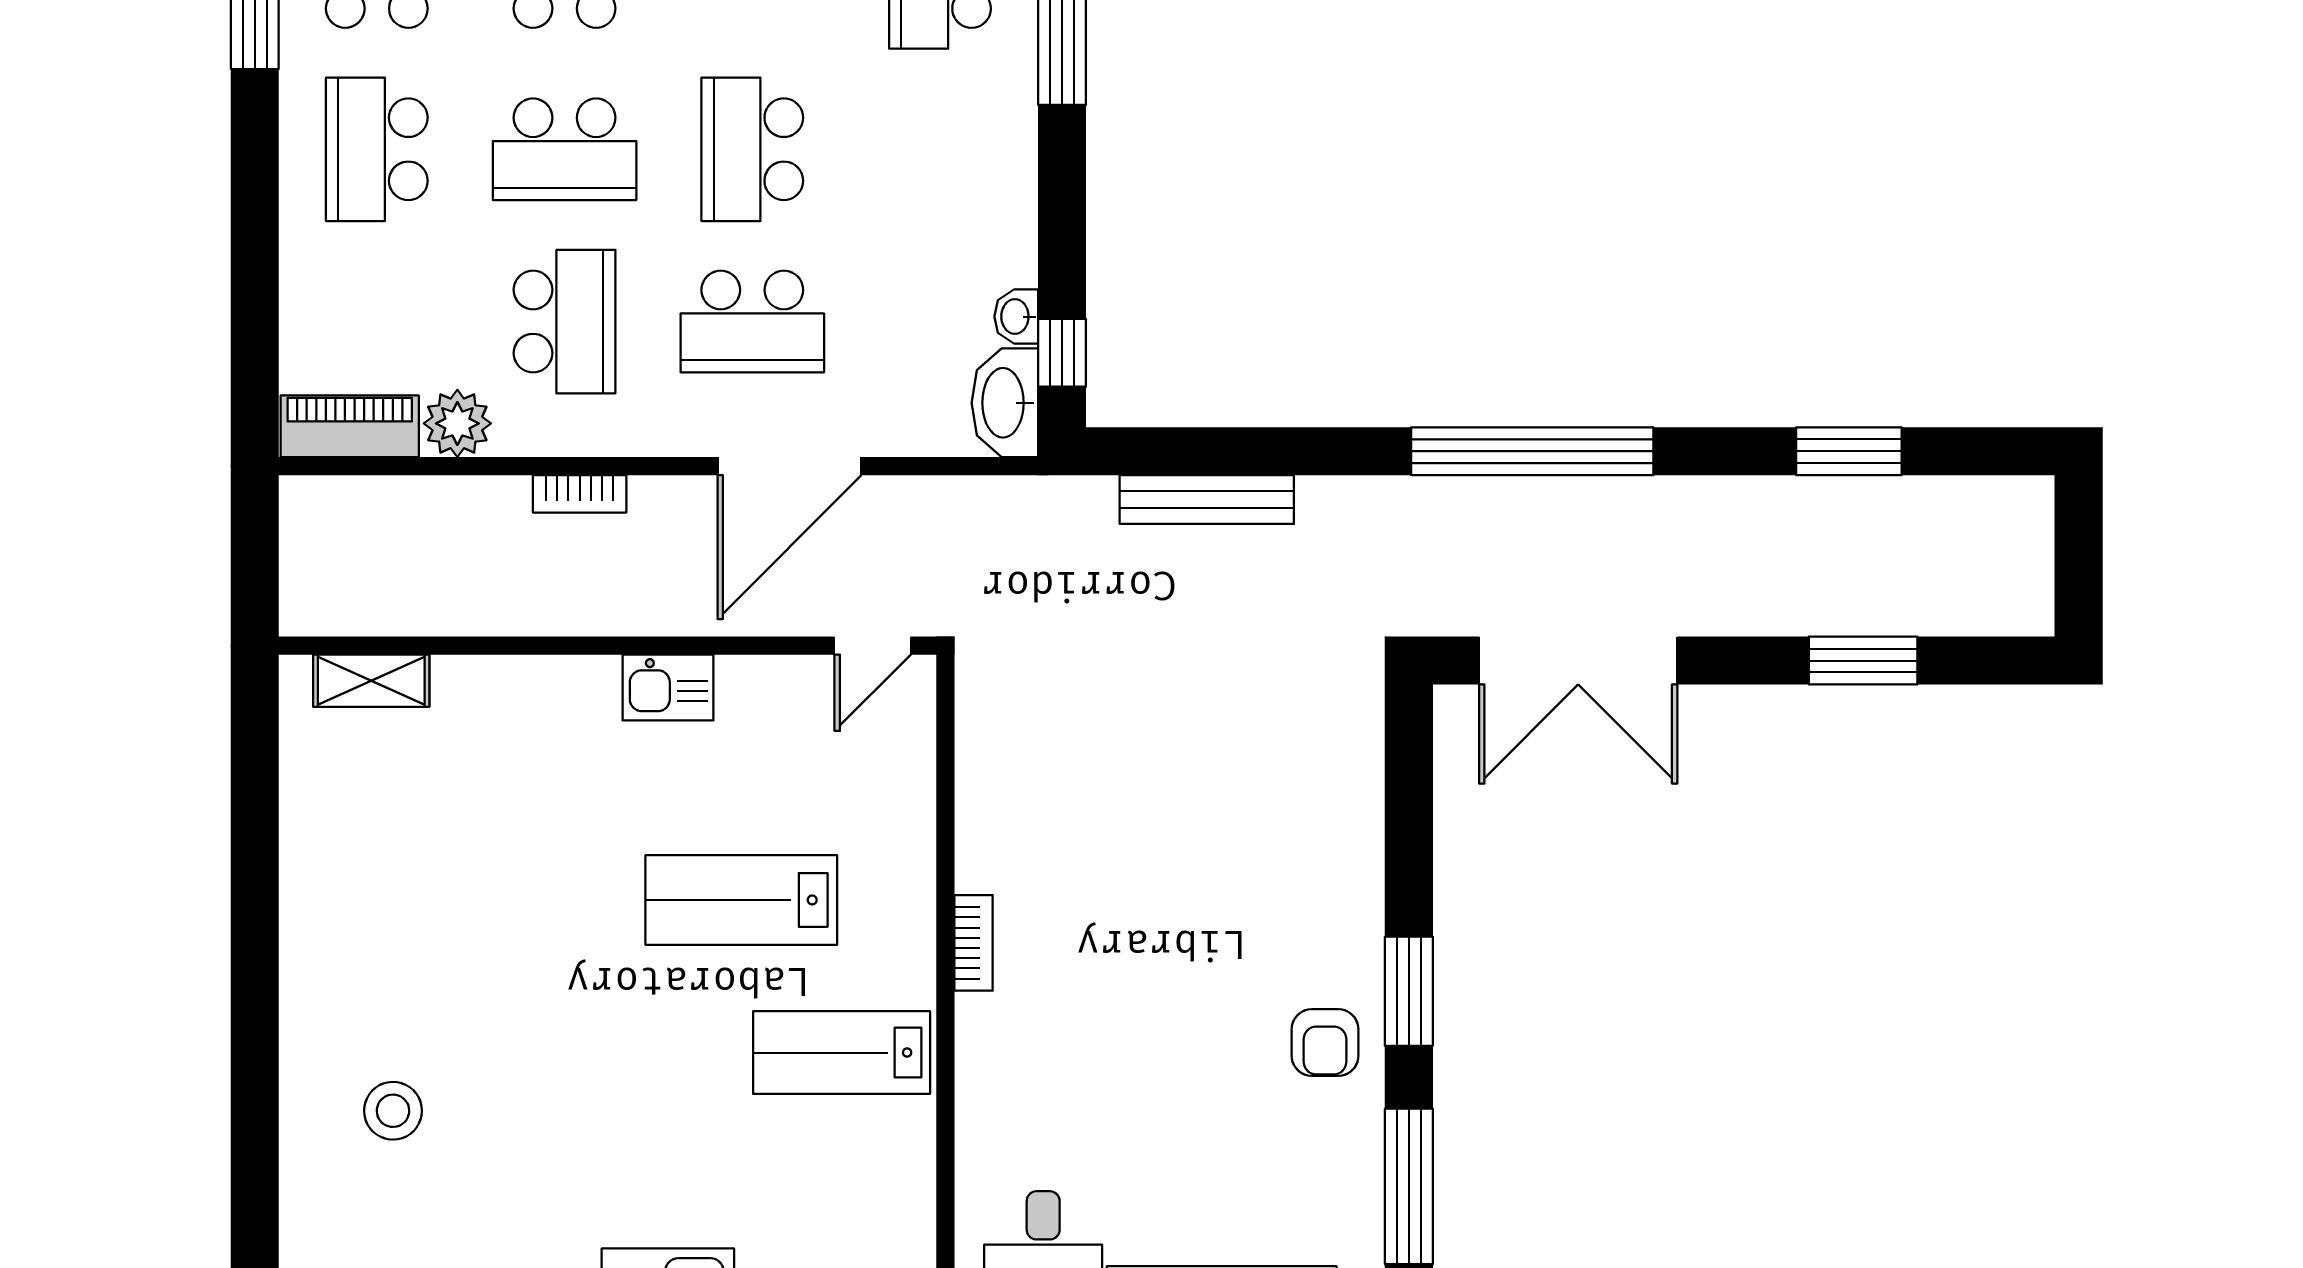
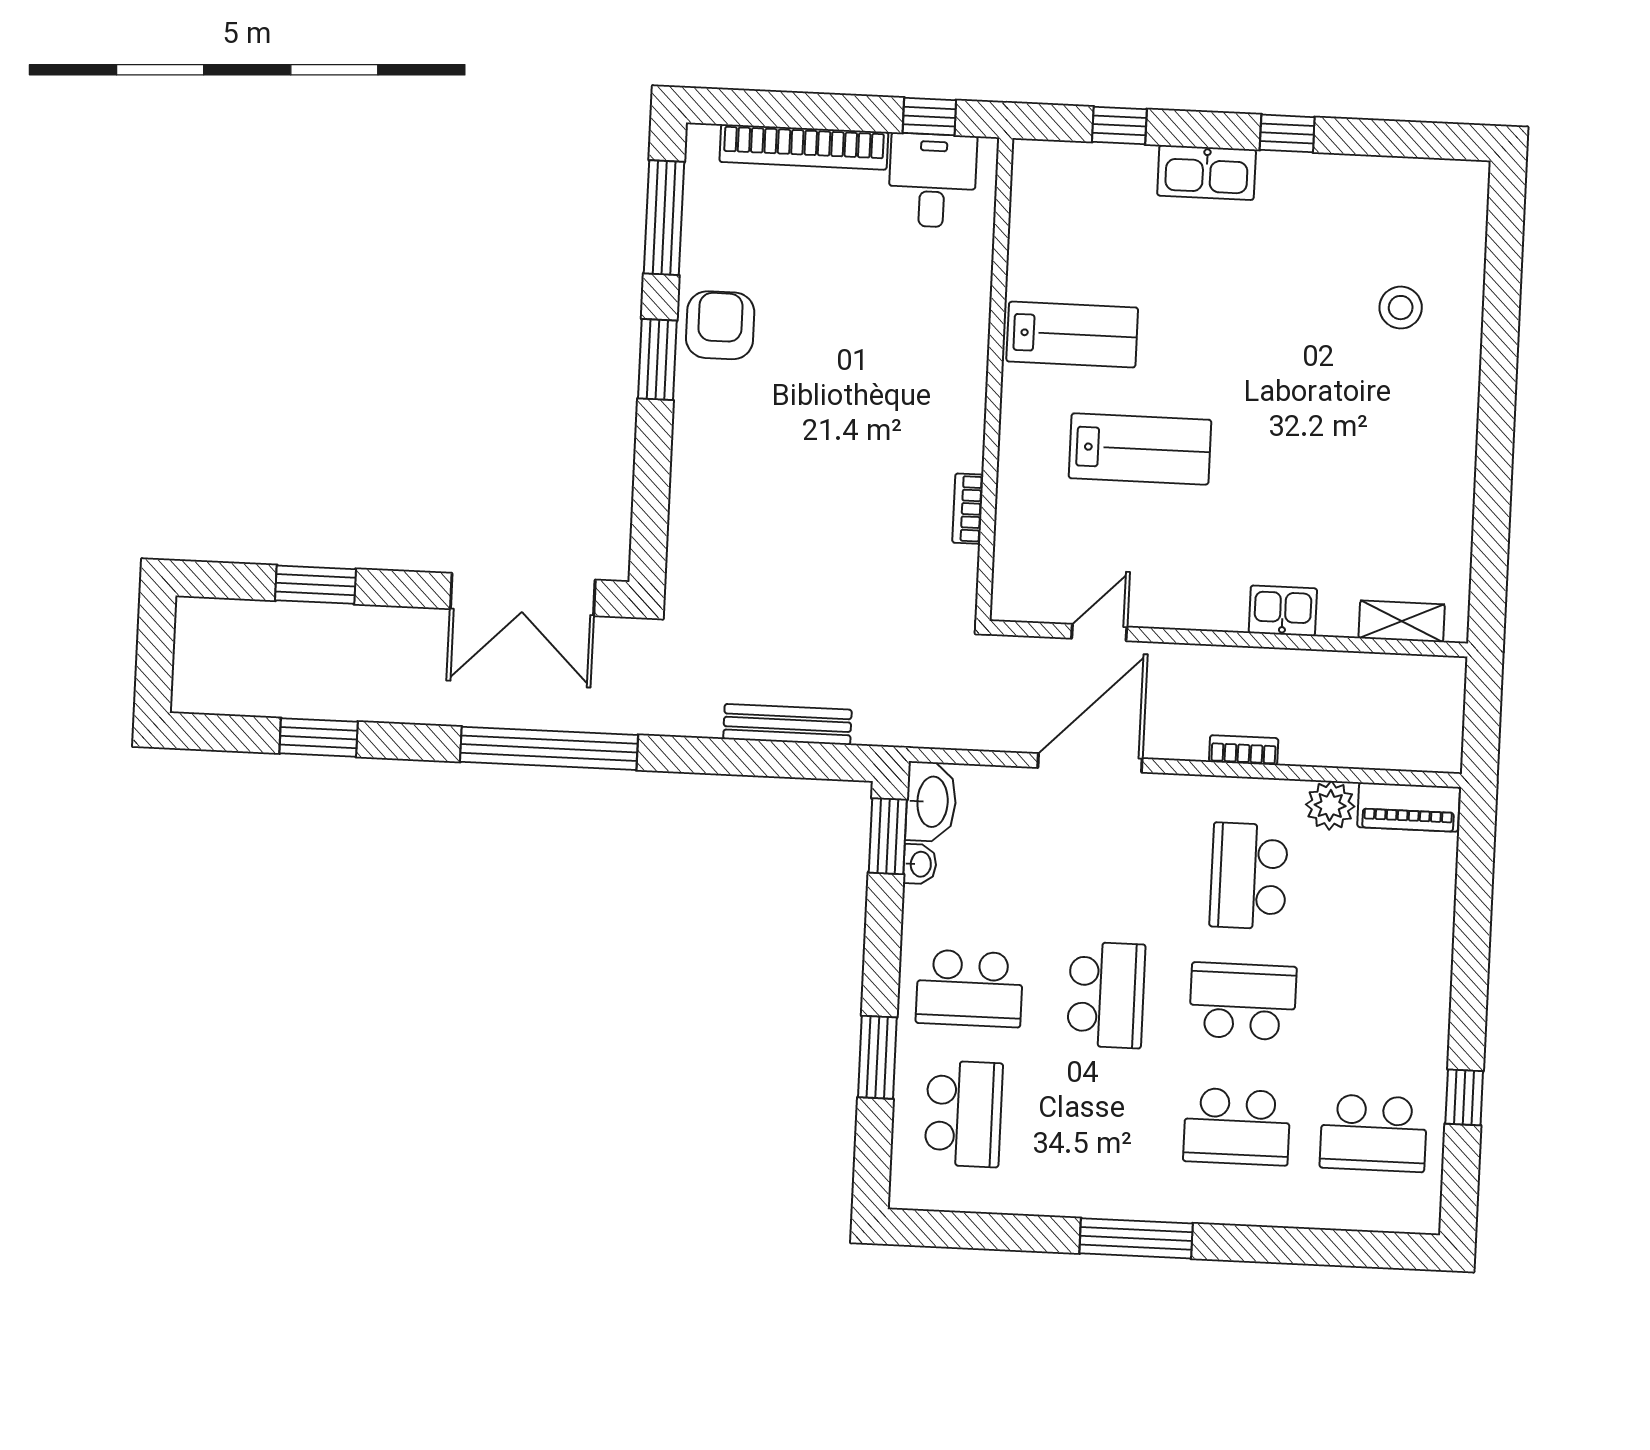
school desk: (377, 149) -> (1379, 1008), removed
school desk: (752, 322) -> (970, 988), moved, turned 180
window: (1062, 353) -> (888, 836), width x1.50
door: (873, 646) -> (1099, 633), moved
double door: (1578, 661) -> (523, 594), swing flipped
kitchen sink: (668, 687) -> (1283, 611), moved
bookcase: (974, 943) -> (968, 509), moved
armchair: (1325, 1043) -> (720, 325), width x1.38, depth x1.38

